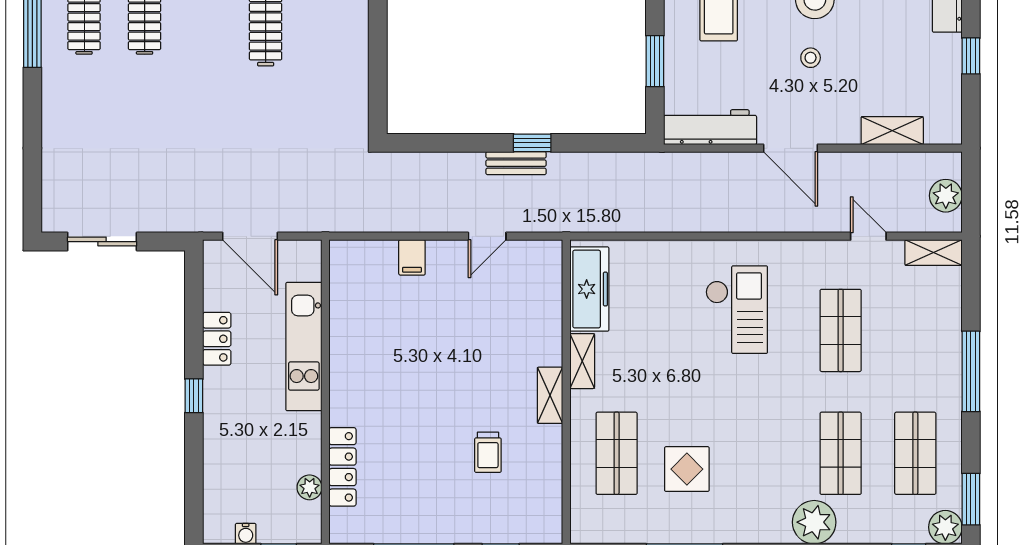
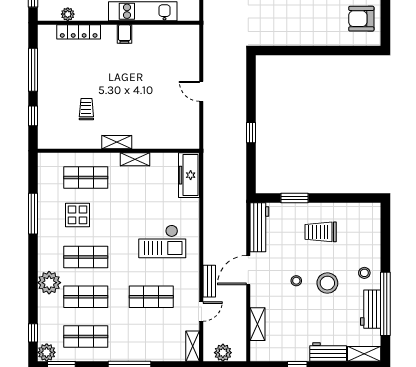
bench: (516, 163) -> (209, 281), moved
door: (487, 236) -> (201, 91), moved
filing cabinet: (412, 257) -> (124, 34), moved, turned -90
freezer: (589, 289) -> (189, 175), moved, turned 90
trolley: (488, 452) -> (86, 109), turned 90
shop shelf: (766, 453) -> (86, 257), added

